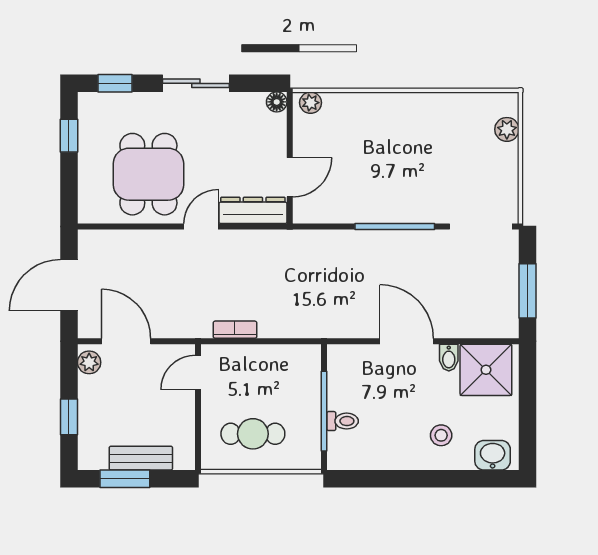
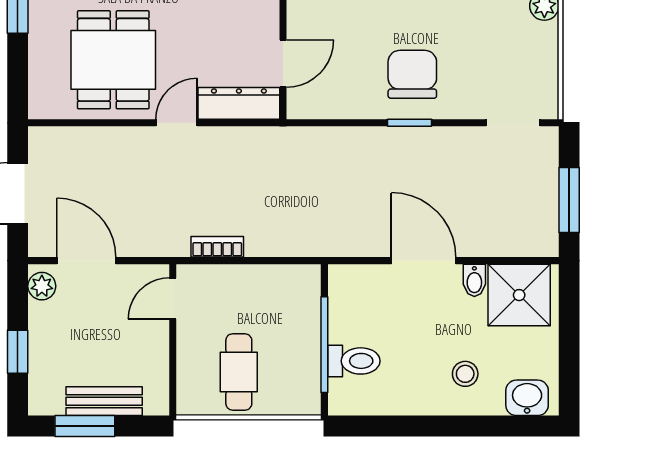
chair: (397, 186) -> (412, 74), added
window: (395, 227) -> (410, 123), width x0.46
doorway: (481, 227) -> (513, 123), width x0.73
toilet: (343, 421) -> (354, 361), width x1.37, depth x1.39
cafe table: (253, 434) -> (239, 372), turned 90

